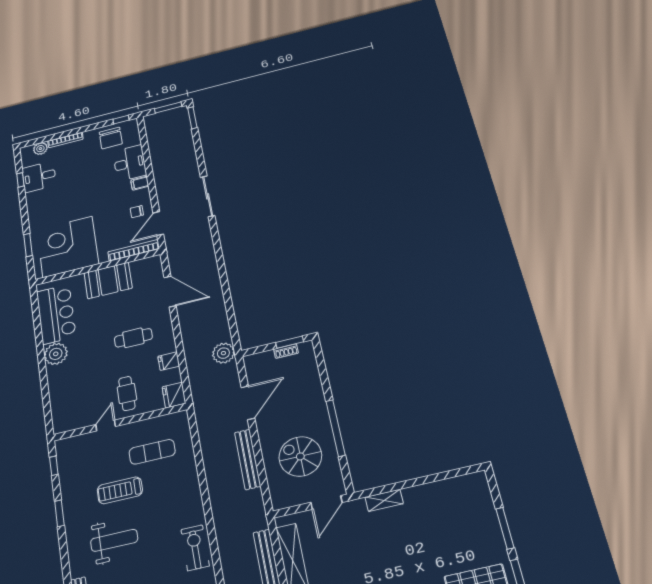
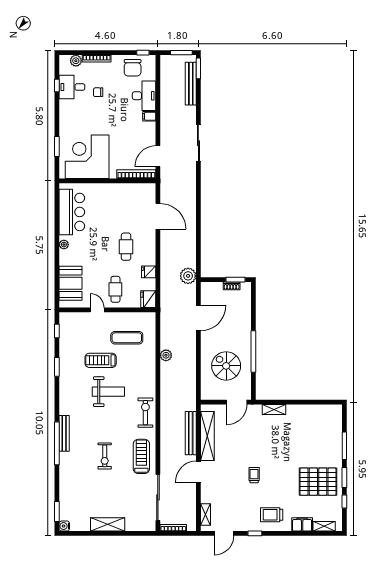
chair: (137, 212) -> (98, 92), moved
booth: (108, 281) -> (71, 283), moved, turned 90
cafe table: (133, 338) -> (126, 247), turned 90
plant: (56, 354) -> (64, 245), width x0.53, depth x0.53
door: (106, 425) -> (97, 310), hinge flipped
bench: (248, 459) -> (191, 84), moved
plant: (211, 462) -> (166, 355), added
weight bench: (114, 540) -> (108, 392), moved

